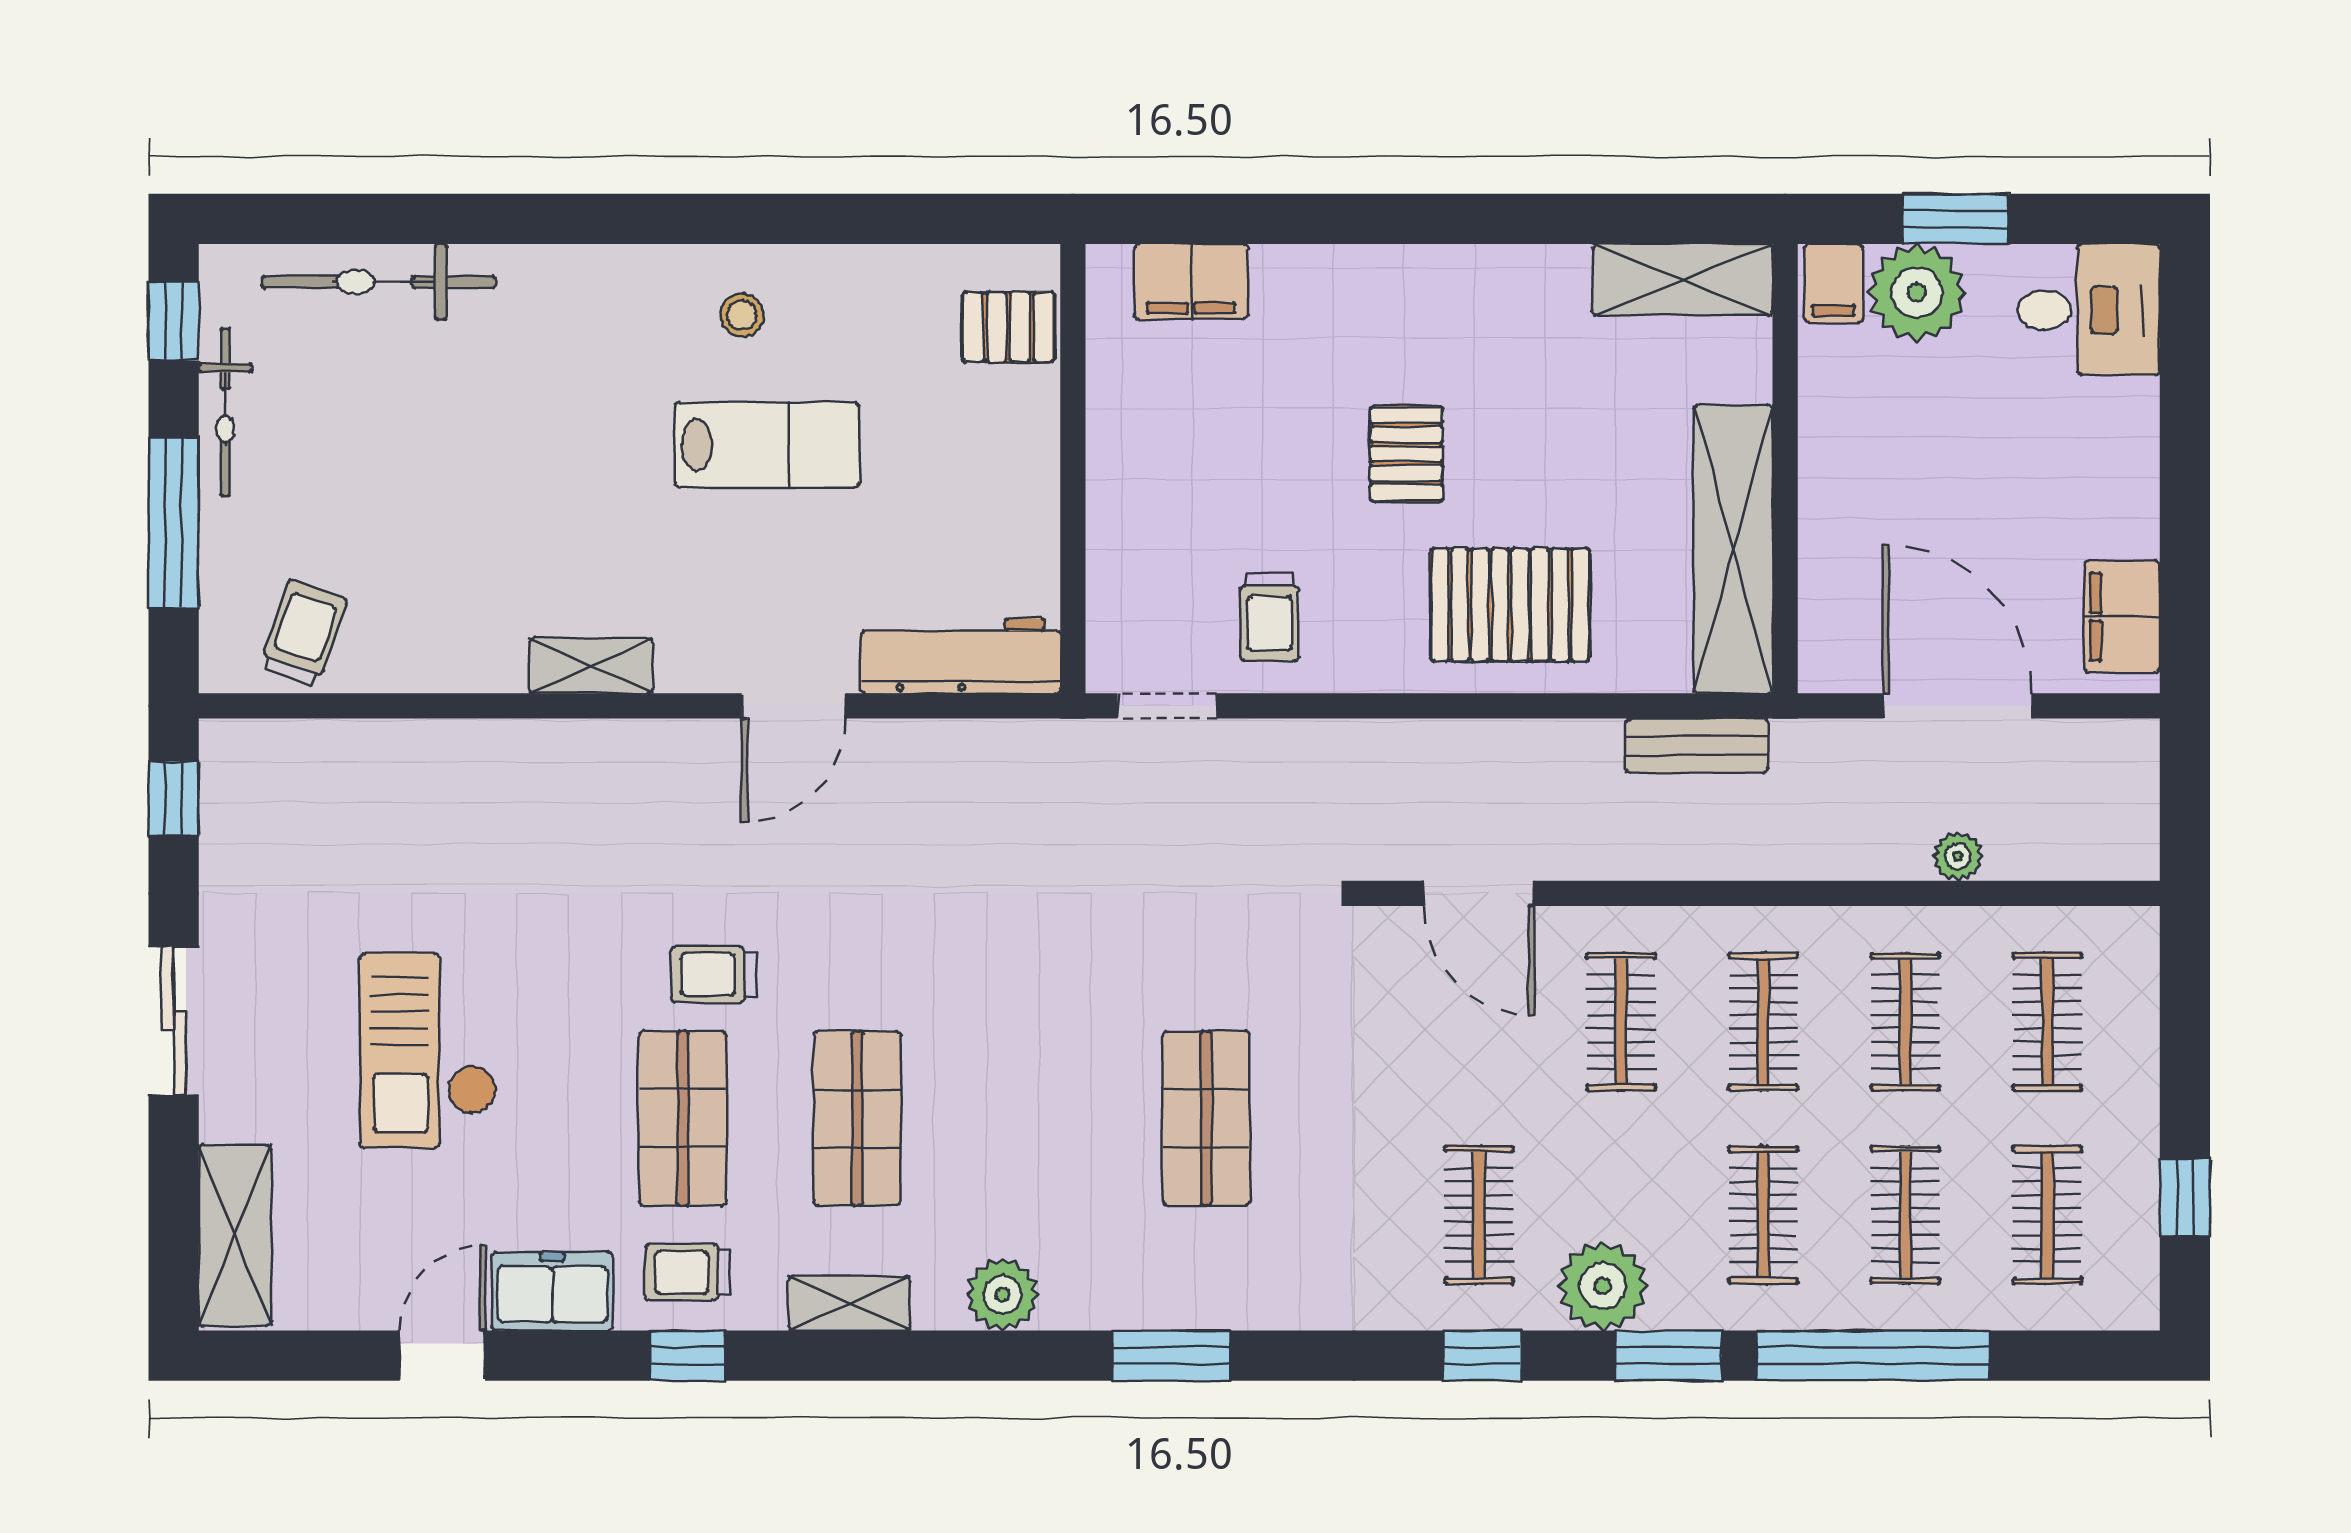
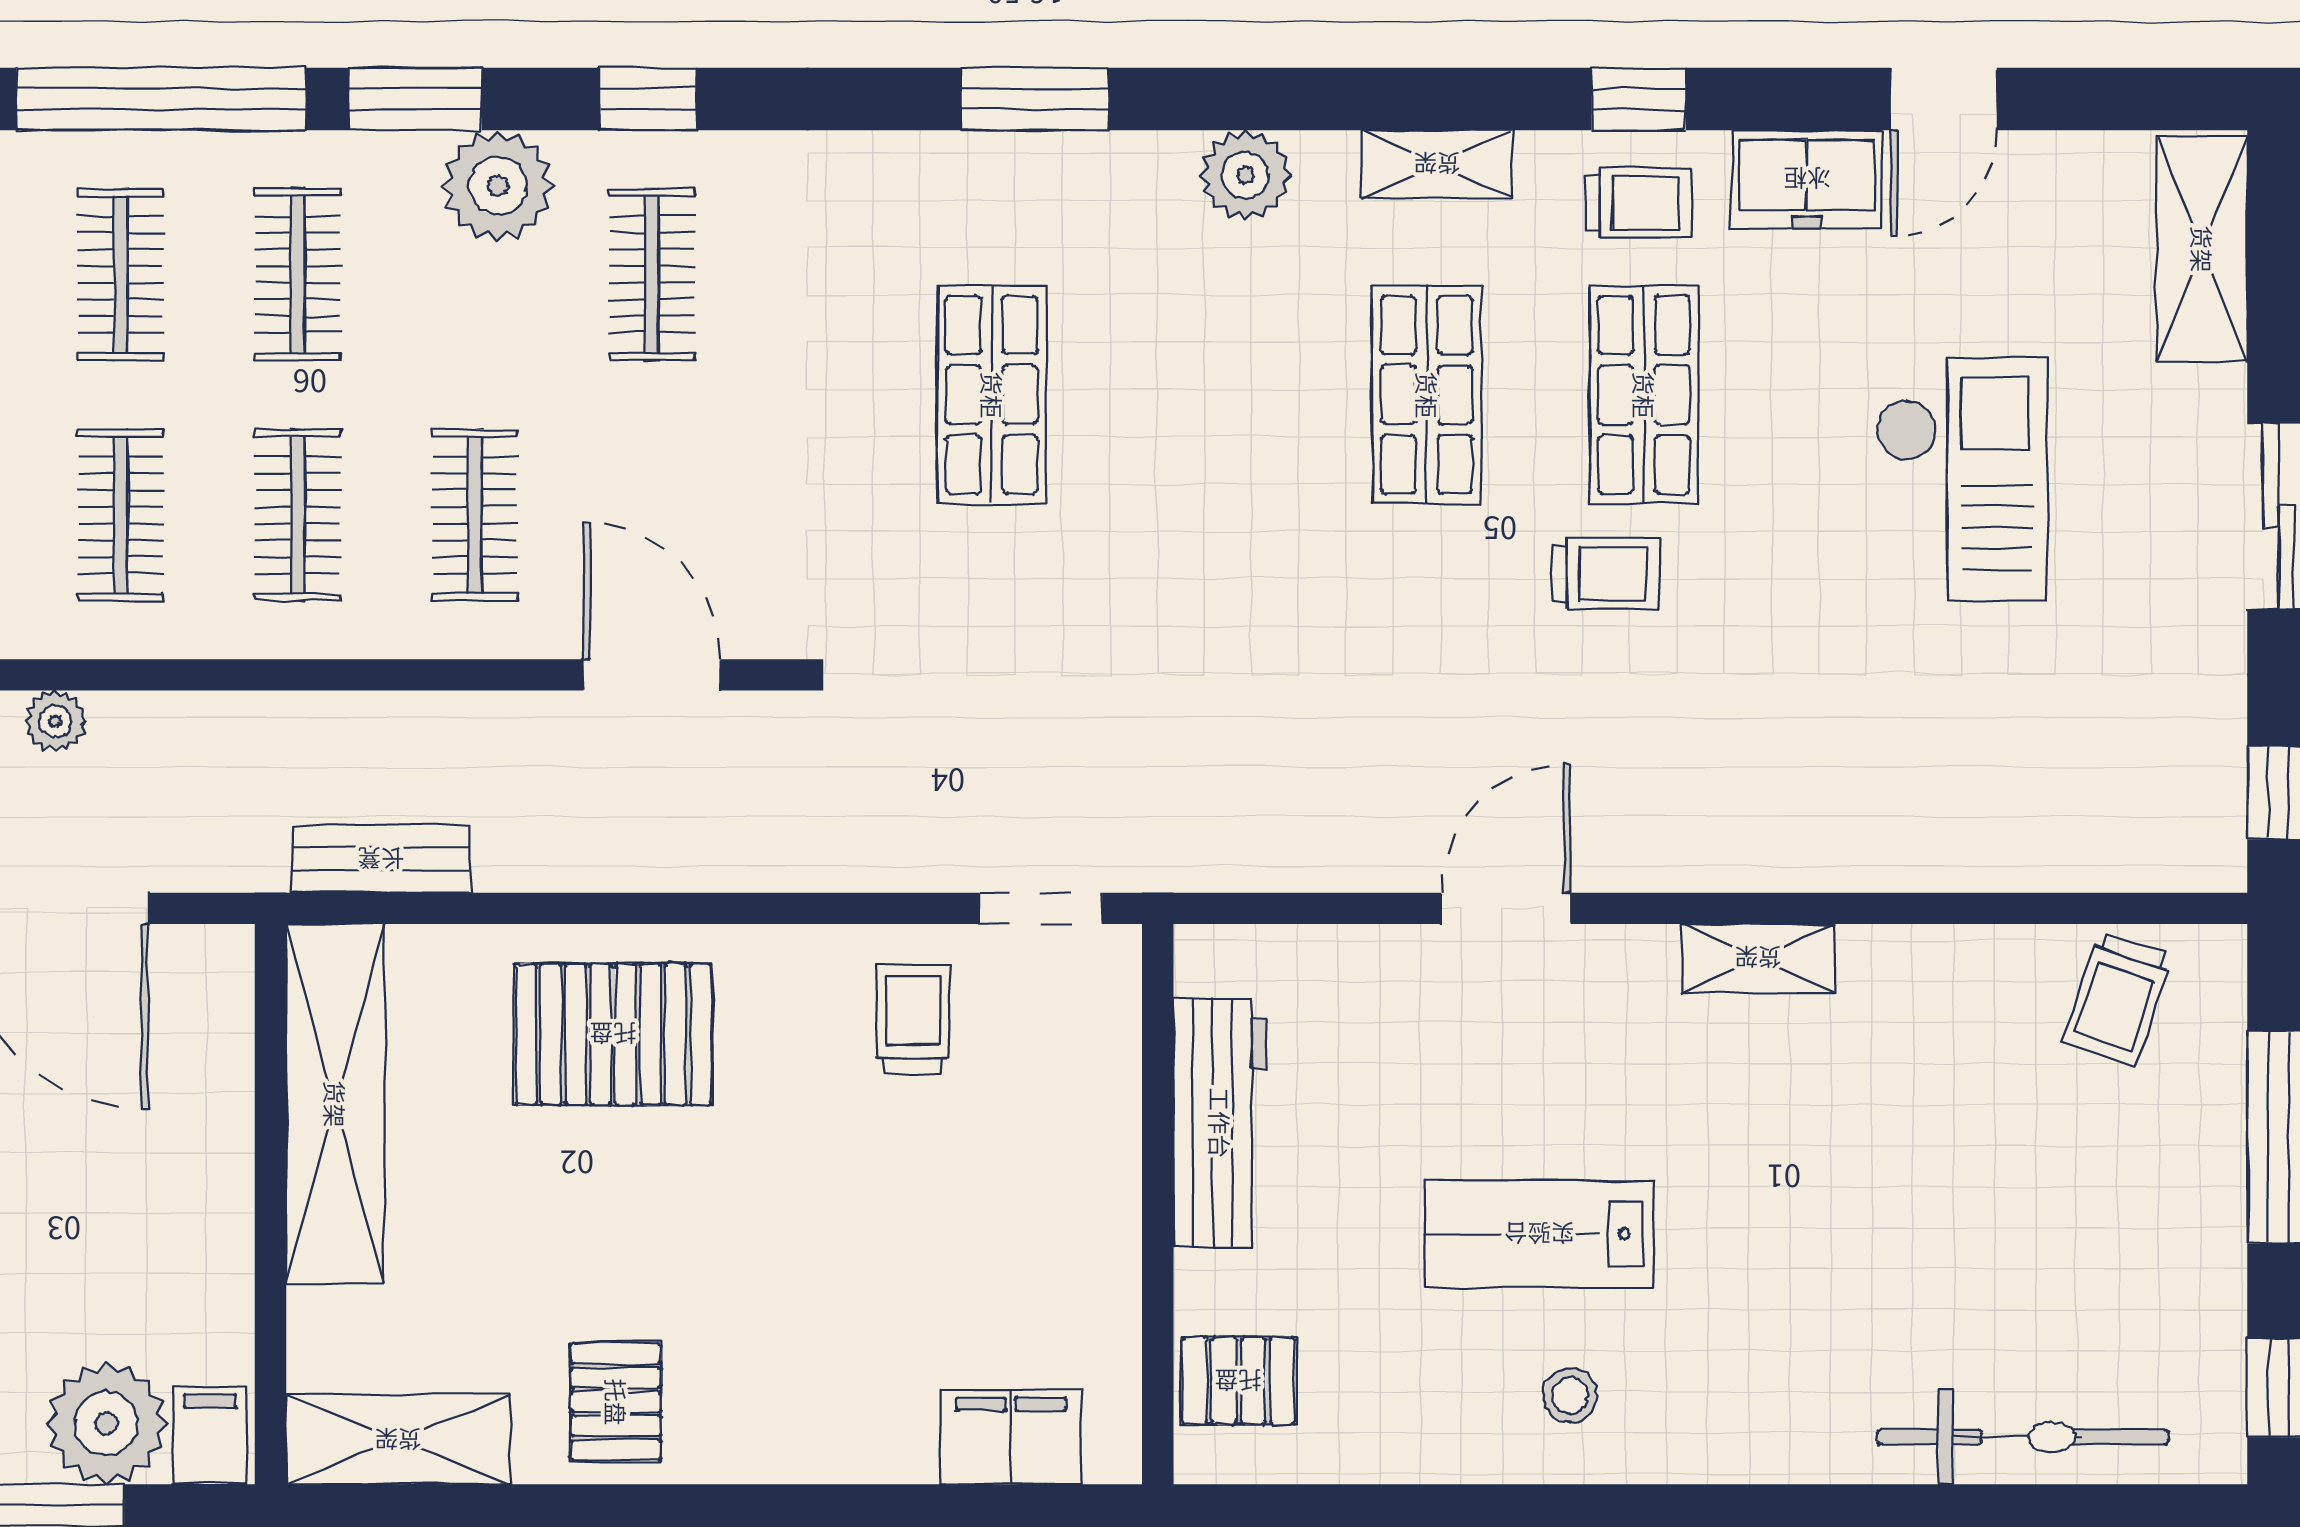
bicycle: (225, 412) -> (2214, 1274), removed
pallet: (1406, 454) -> (616, 1402), moved
workbench: (961, 656) -> (1220, 1123), moved, turned -90

